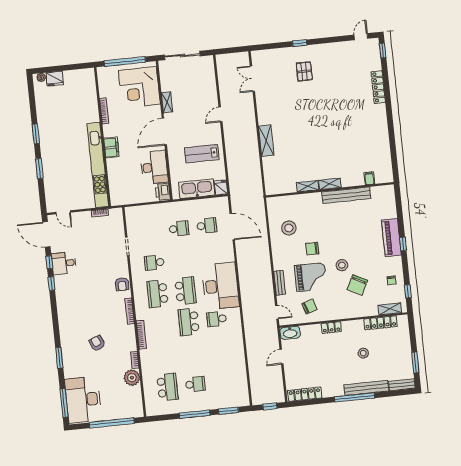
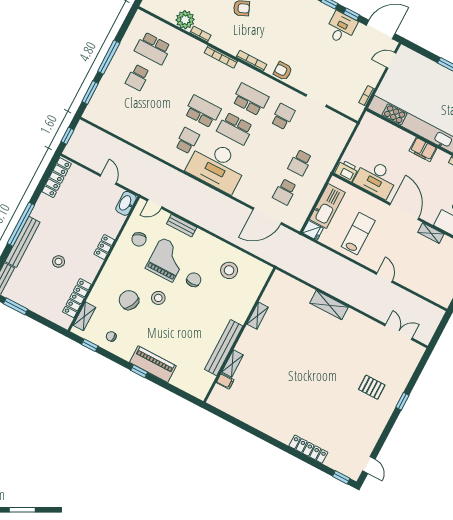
shelving: (330, 184) -> (233, 363), moved
grand piano: (311, 277) -> (167, 260), turned 180

